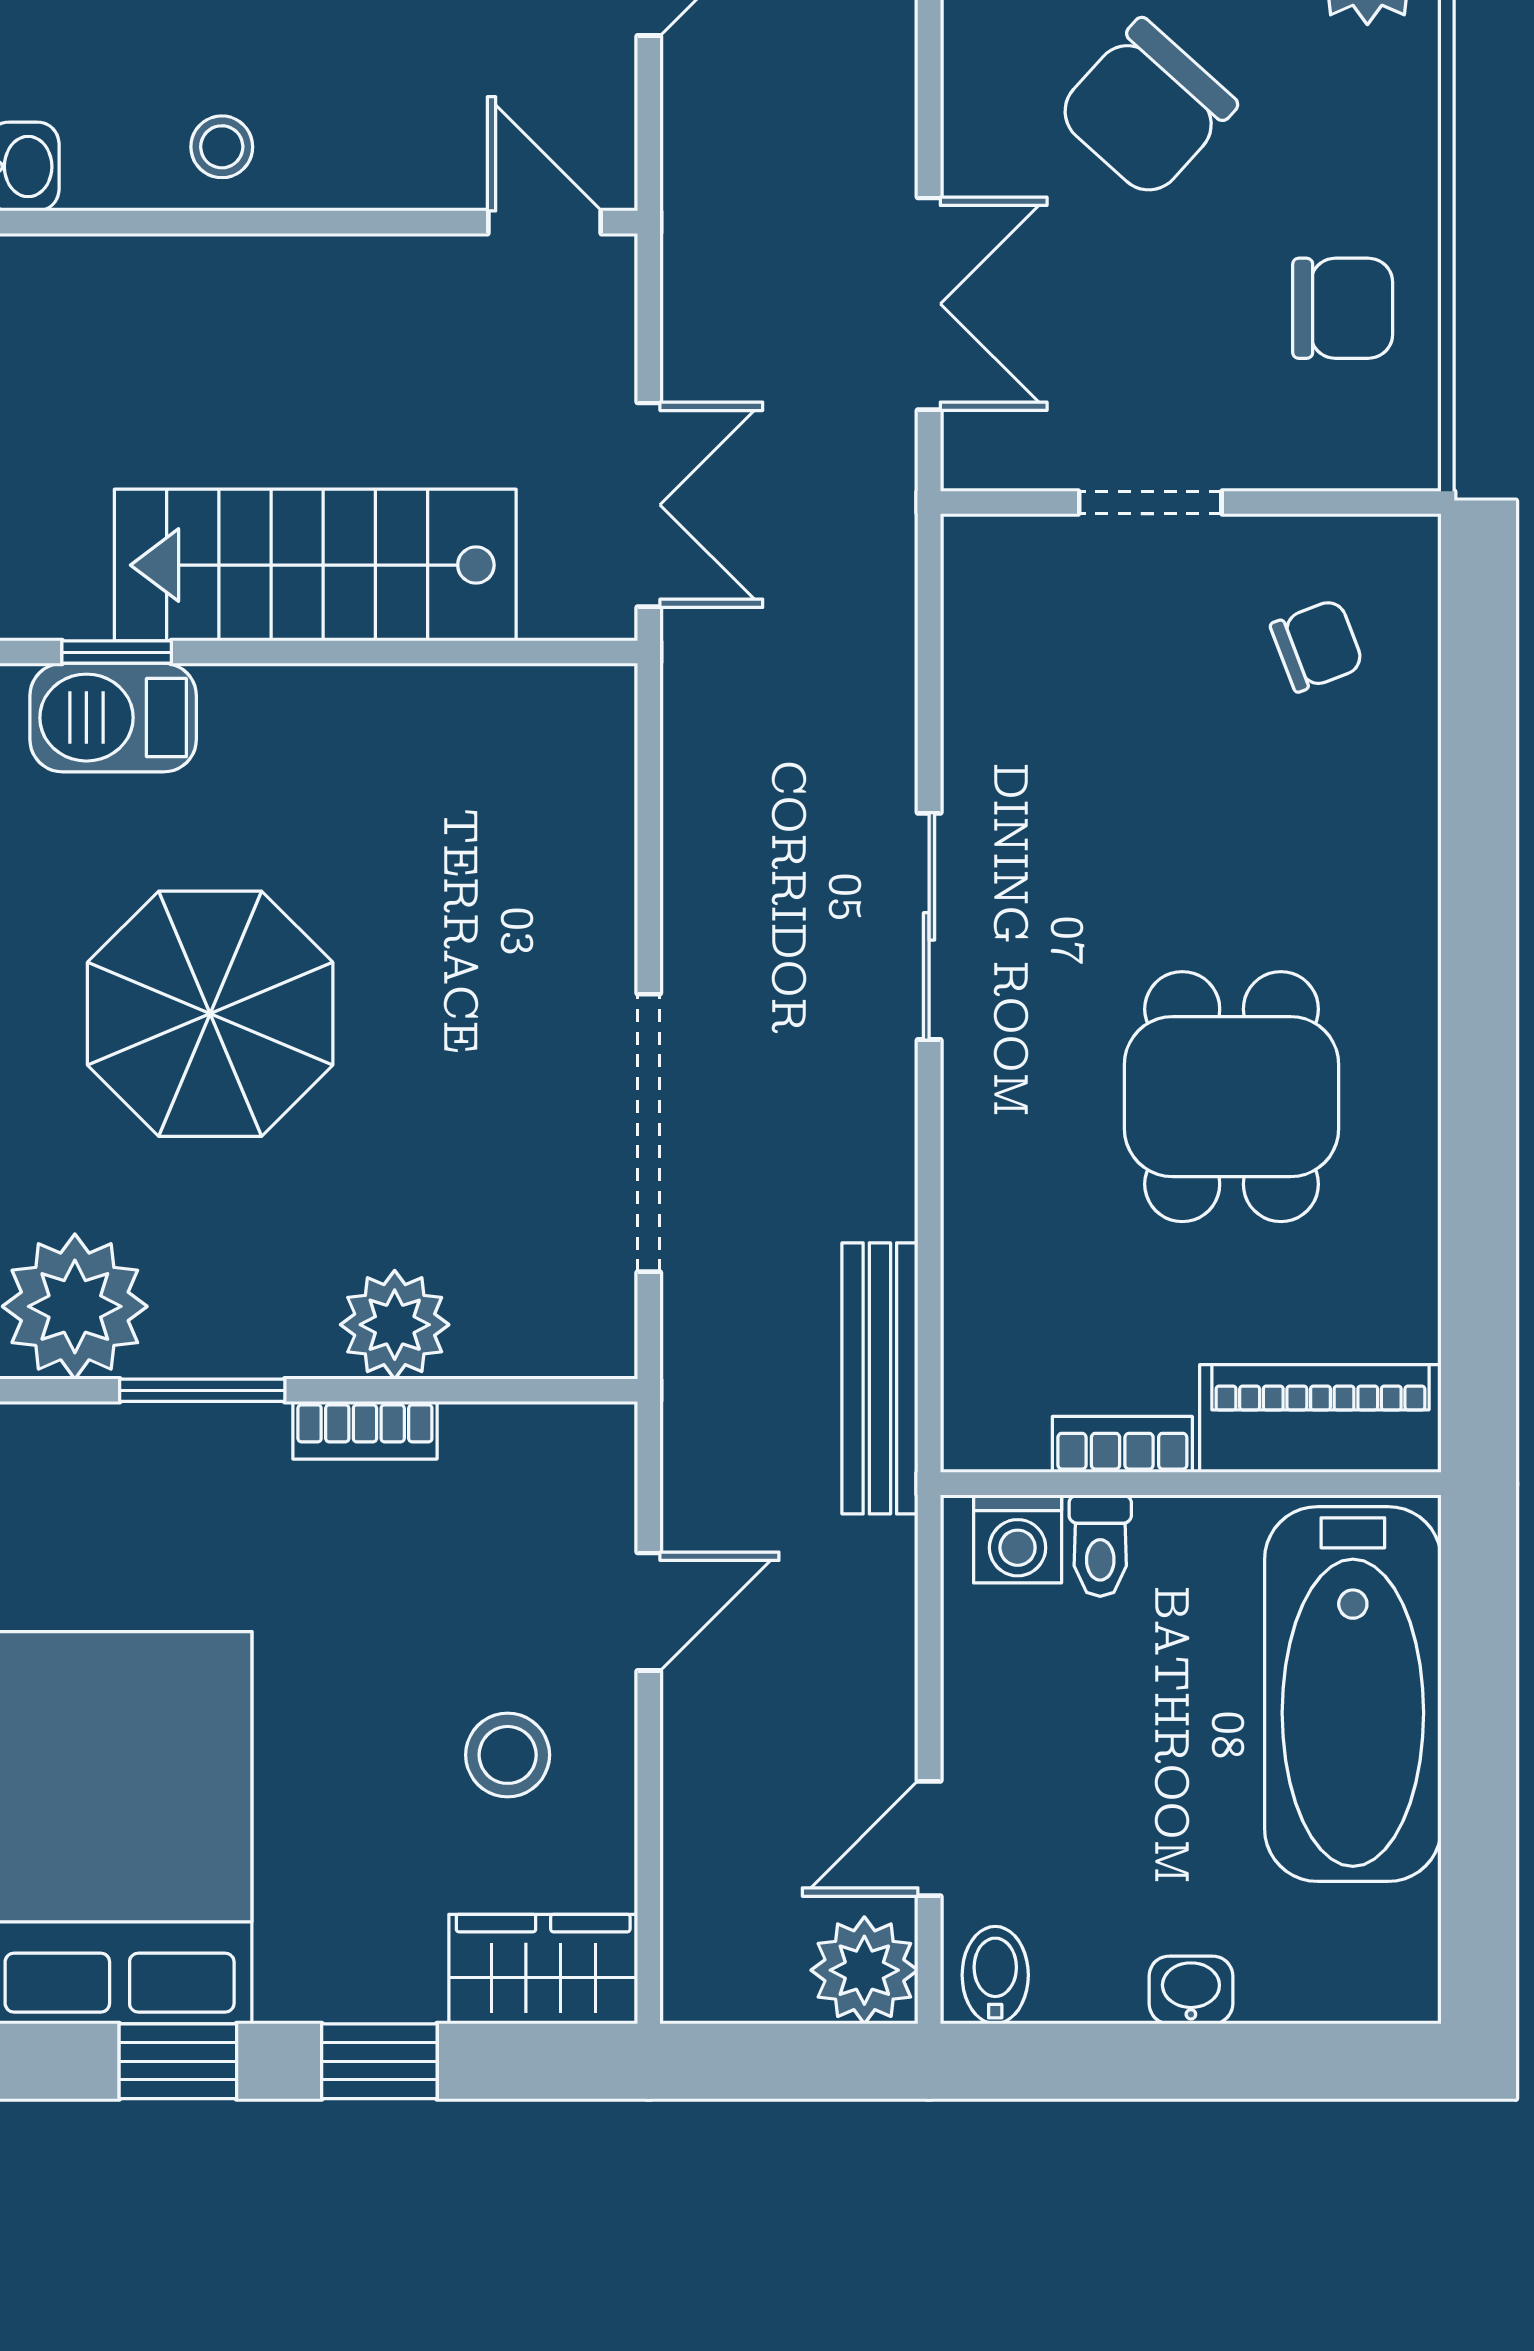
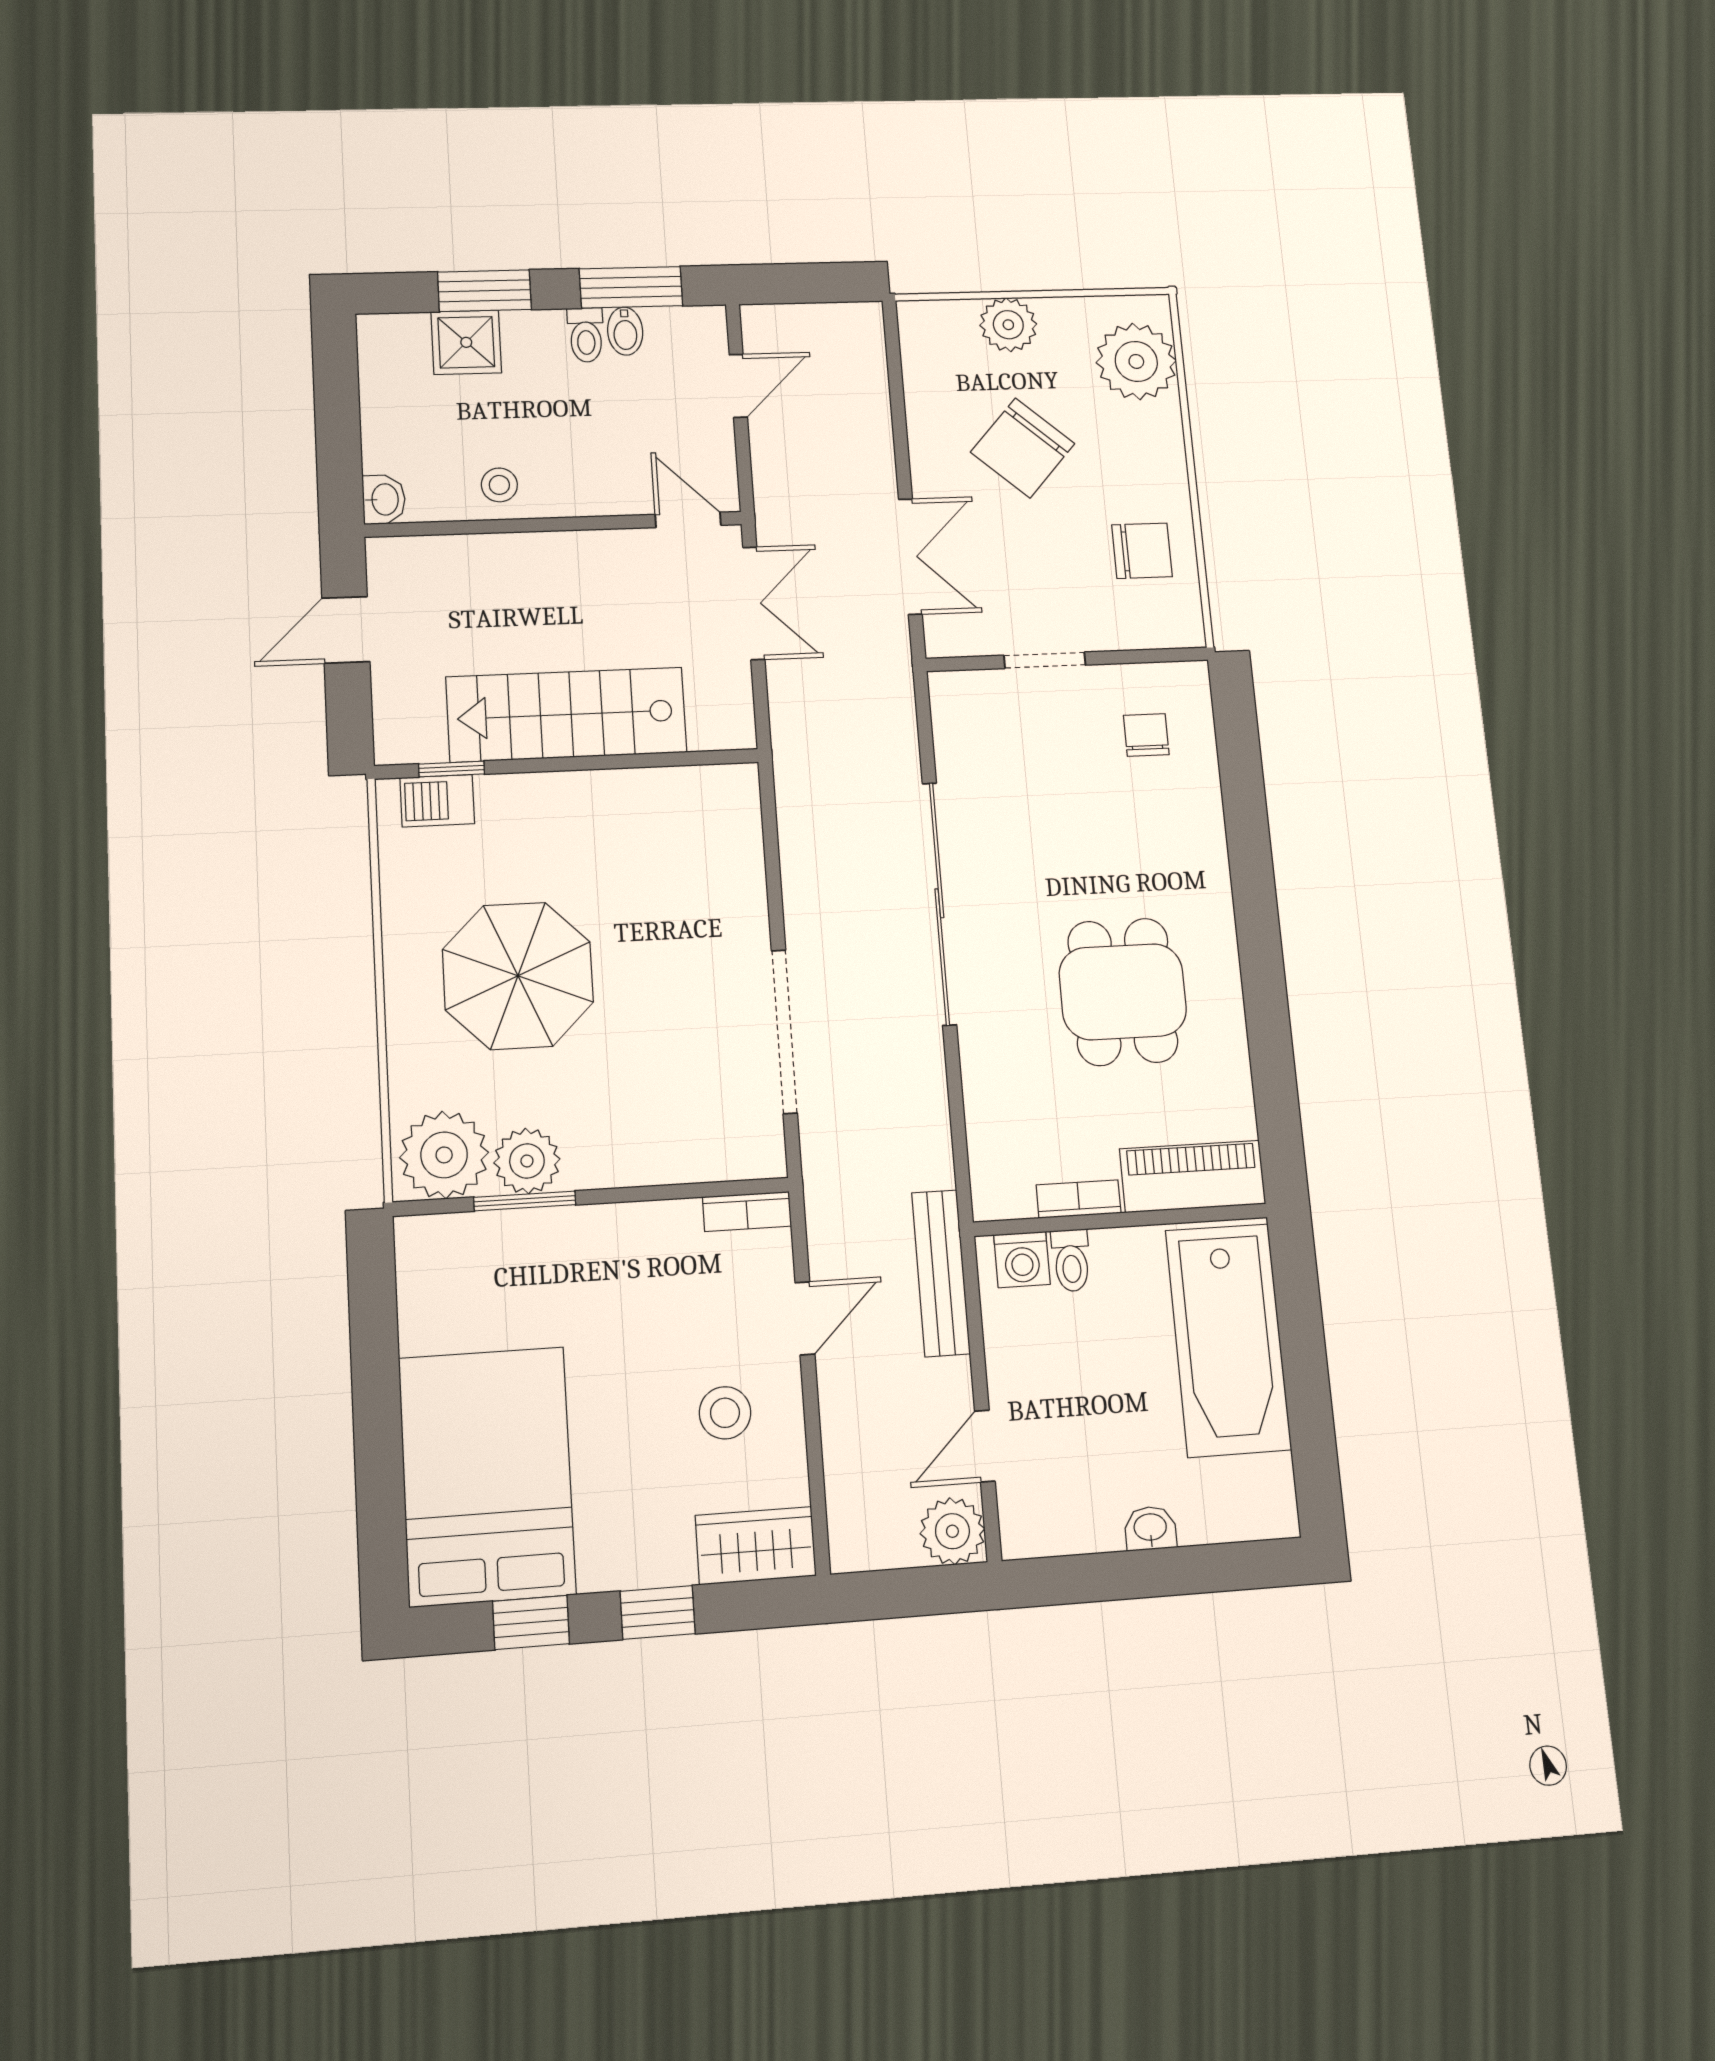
double door: (649, 505) -> (754, 603), moved
chair: (1317, 645) -> (1146, 735), turned -69
barbecue: (113, 718) -> (437, 801), width x0.73, depth x0.79
sliding door: (929, 926) -> (939, 903), width x1.86
plant: (395, 1325) -> (527, 1161), moved
bench: (880, 1378) -> (941, 1273), moved
bookcase: (365, 1430) -> (747, 1211), moved
bidet: (995, 1975) -> (1032, 1528), removed

